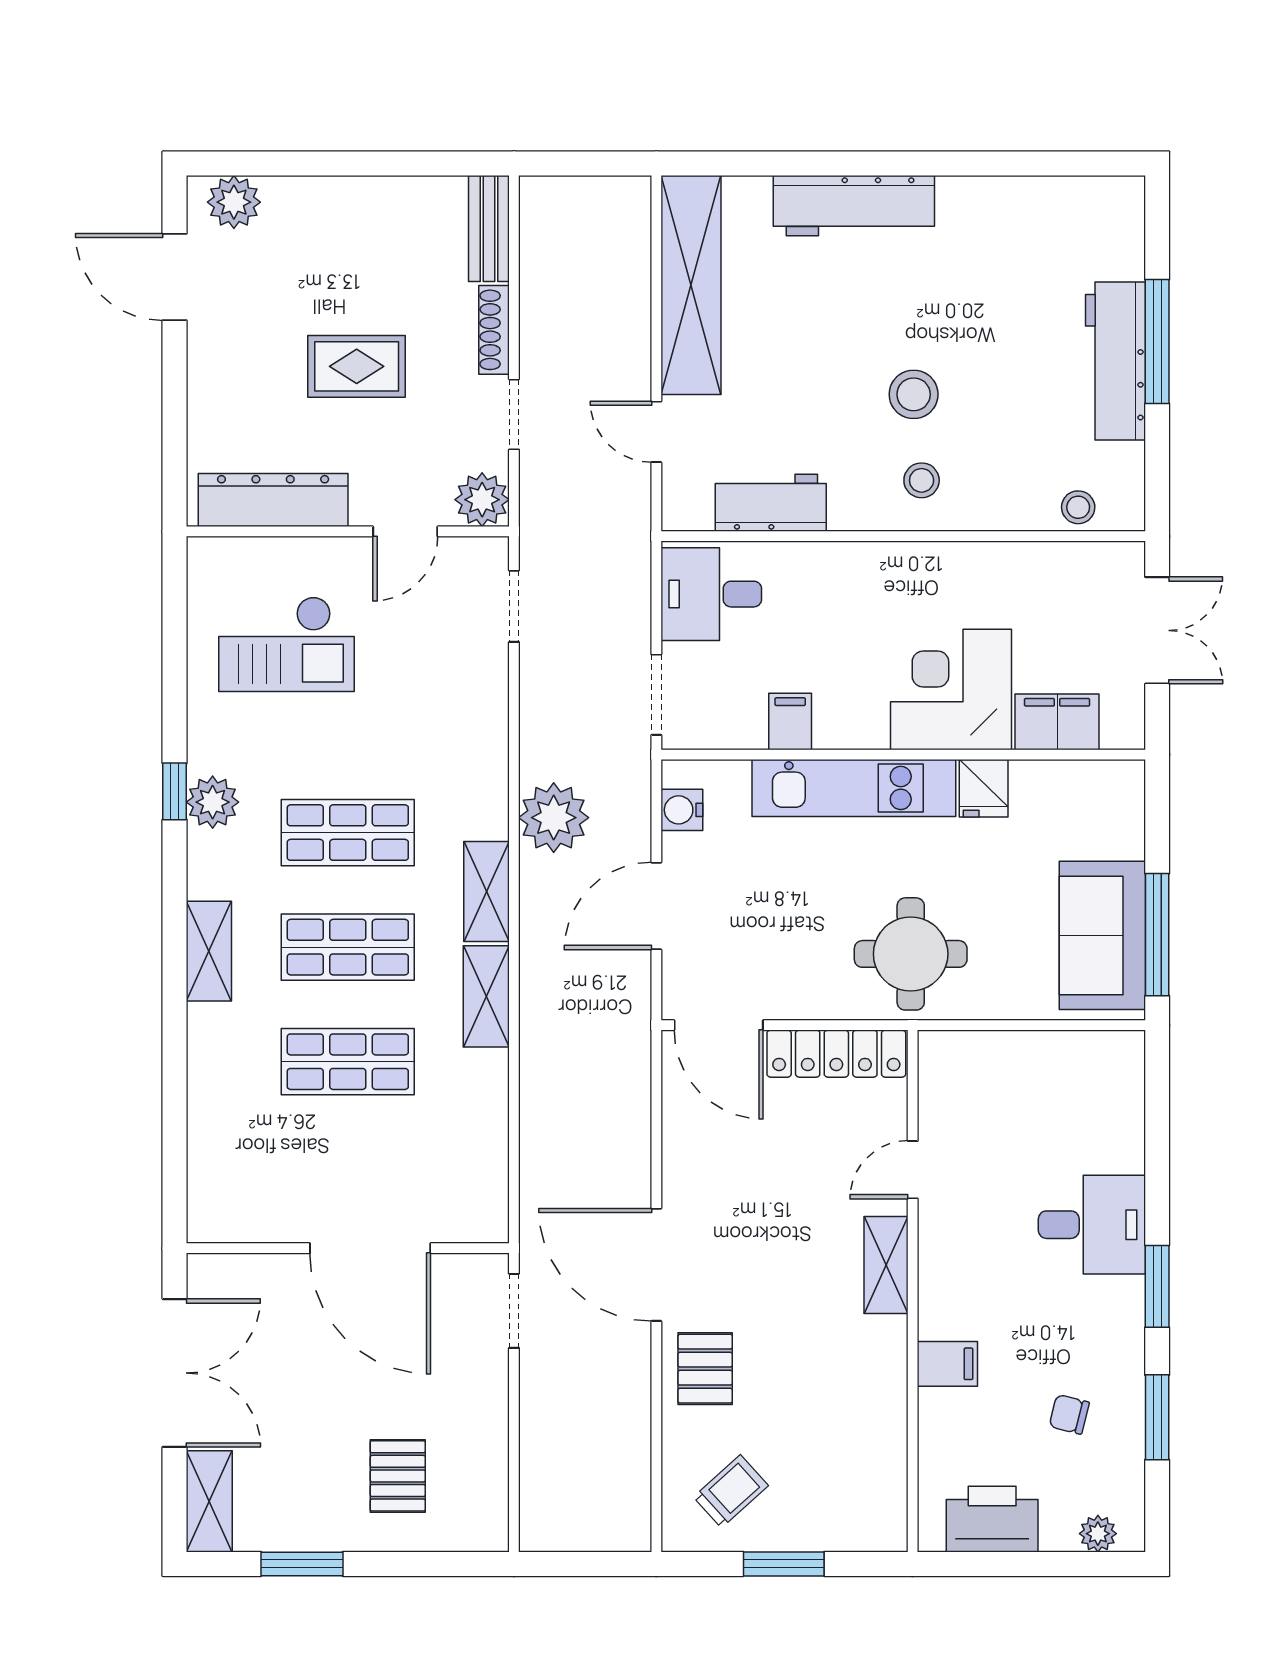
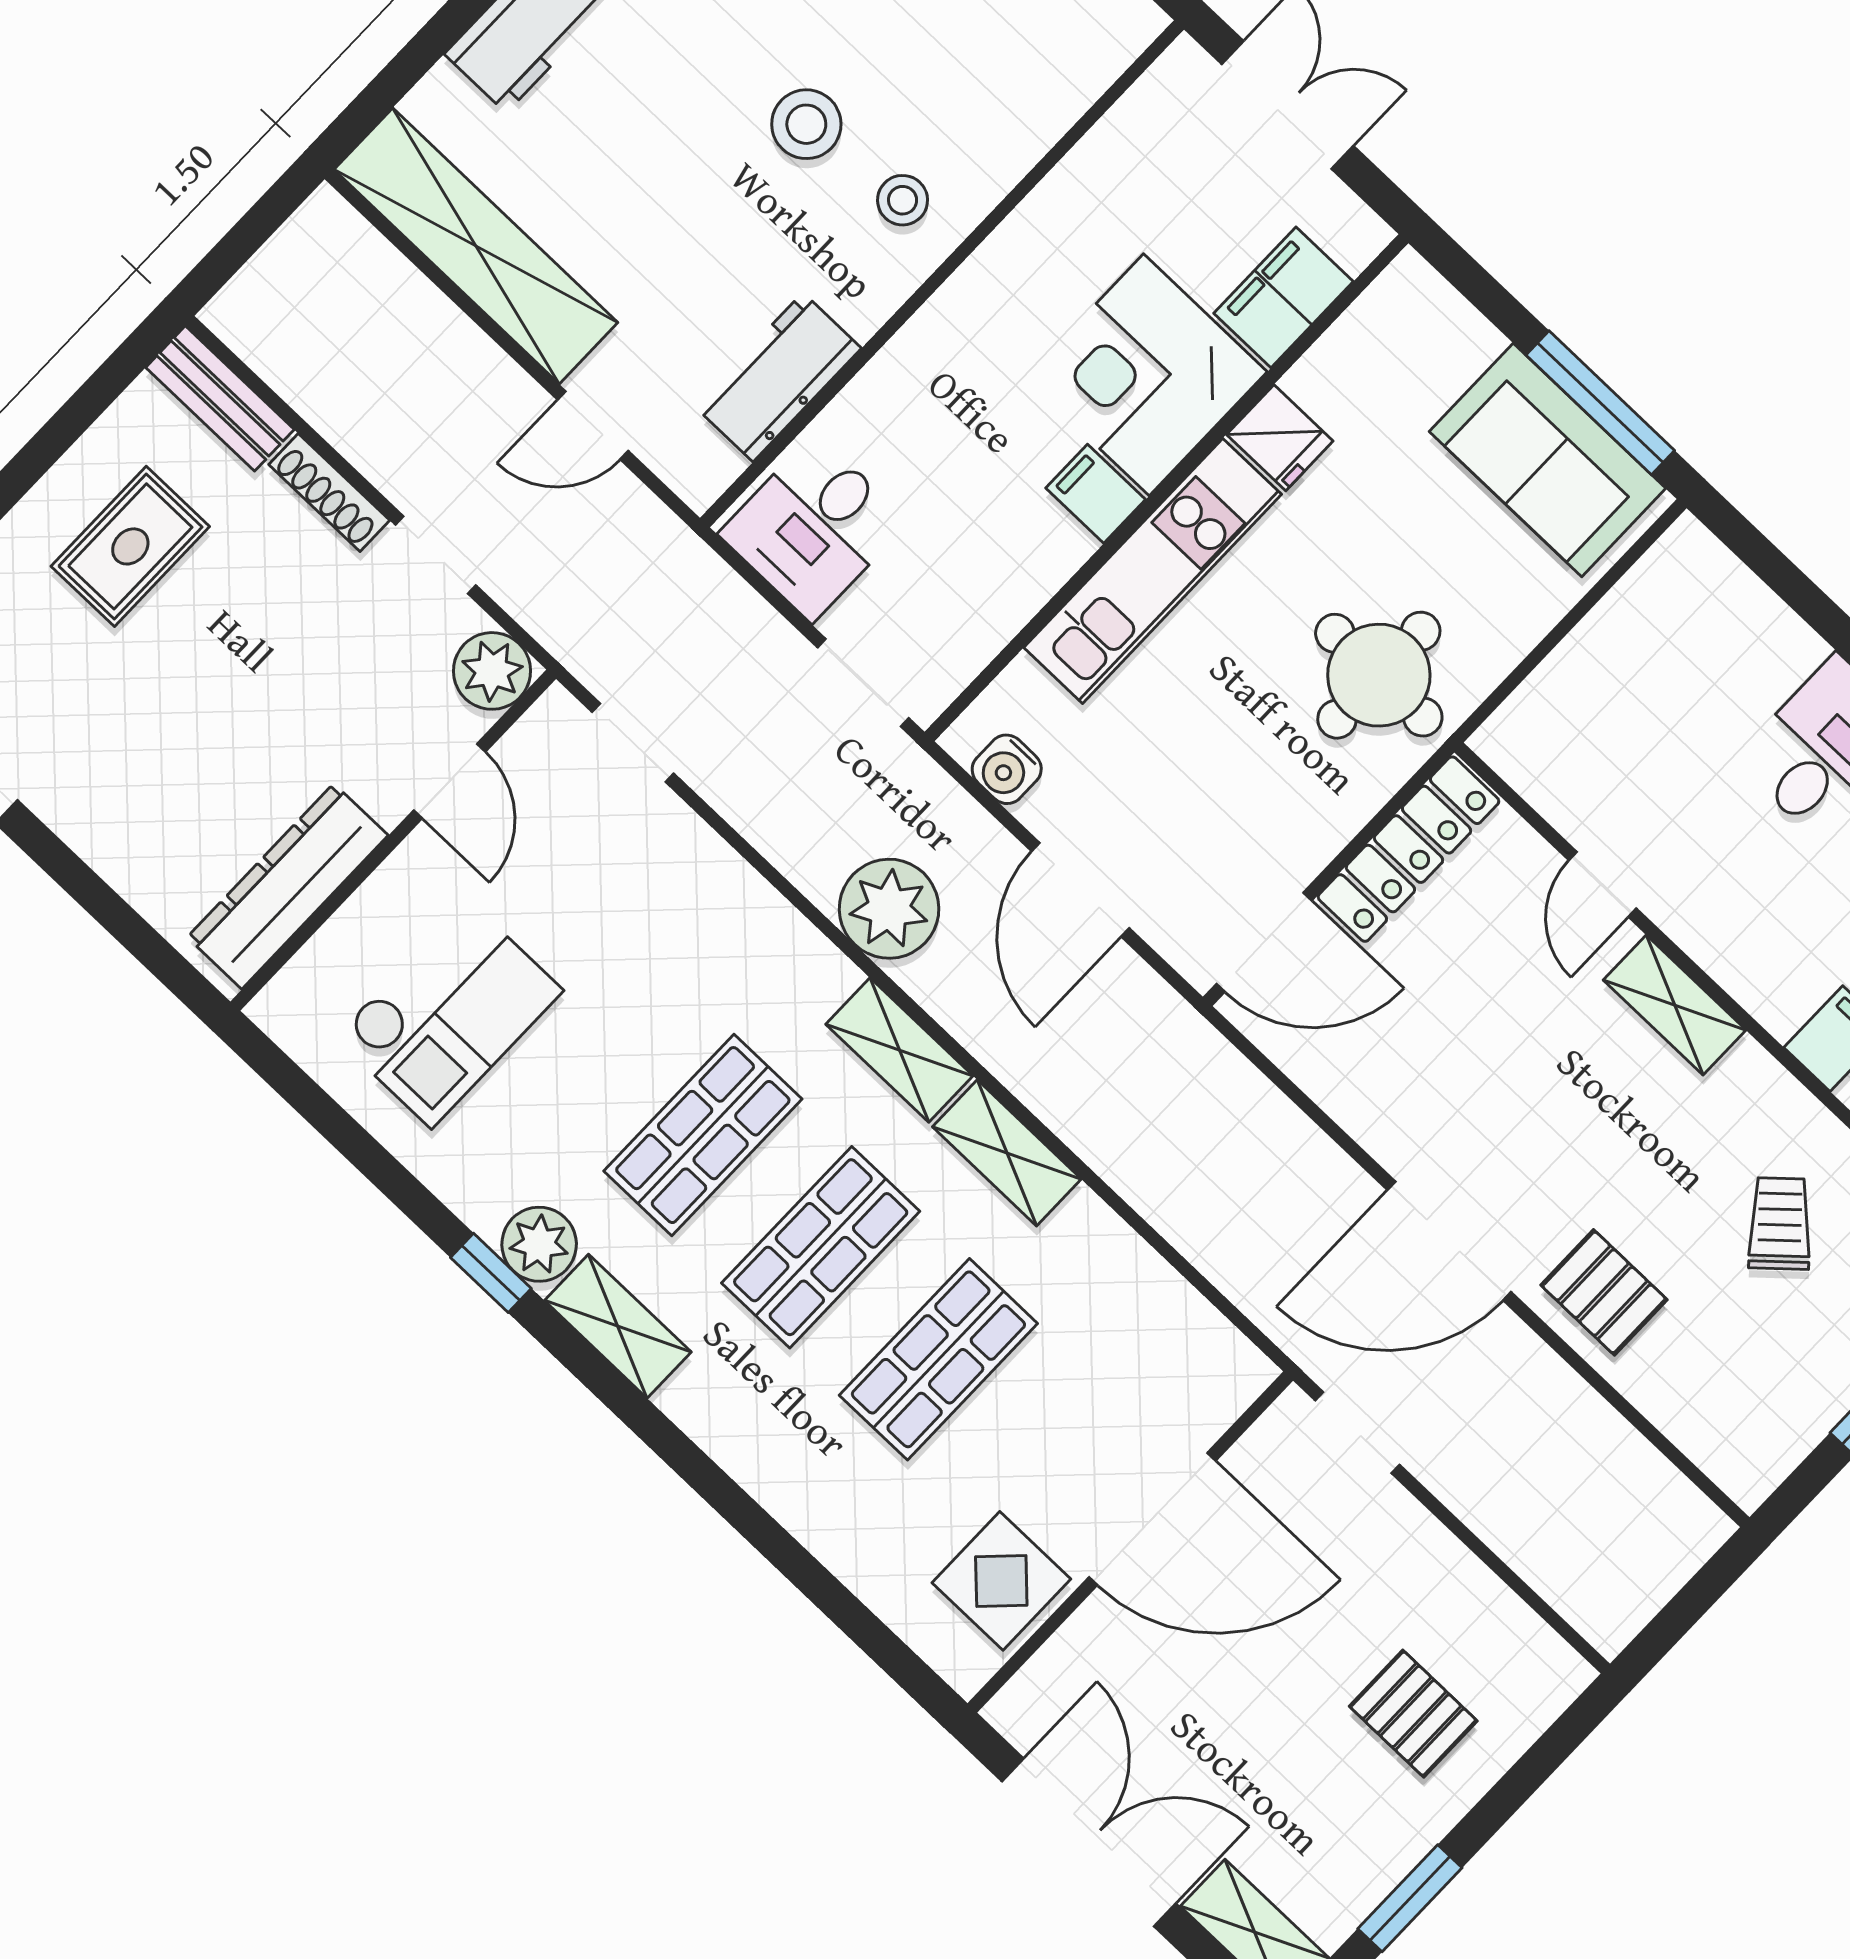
rug: (357, 366) -> (130, 546), moved
stool: (1078, 507) -> (1084, 66), removed
filing cabinet: (790, 721) -> (1096, 494), moved
shelving: (209, 951) -> (618, 1326), moved
display table: (265, 1201) -> (1001, 1581), added
trolley: (731, 1491) -> (1780, 1223), moved

